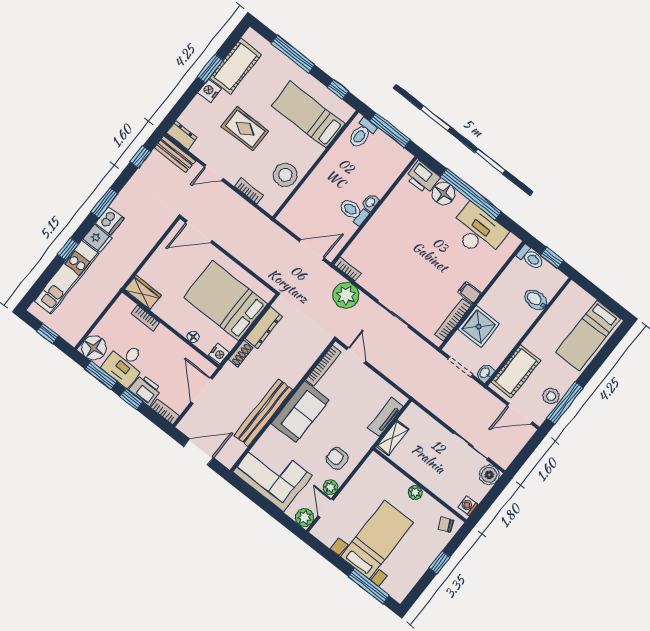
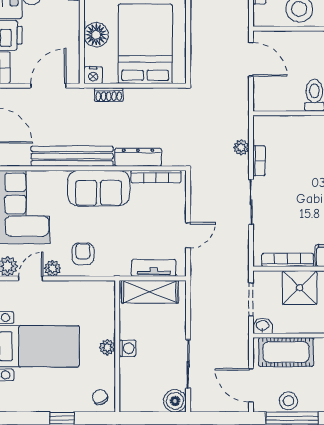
door: (312, 250) -> (251, 59), moved
bookcase: (348, 269) -> (259, 161), moved
plant: (346, 295) -> (241, 147), width x0.53, depth x0.53
dresser: (264, 328) -> (138, 157), moved, turned 180
floor lamp: (193, 337) -> (96, 35), width x1.89, depth x1.89
door: (356, 355) -> (188, 235), moved
shelving: (393, 438) -> (150, 292), width x1.50, depth x1.33
washing machine: (468, 506) -> (127, 348), moved, turned 90

